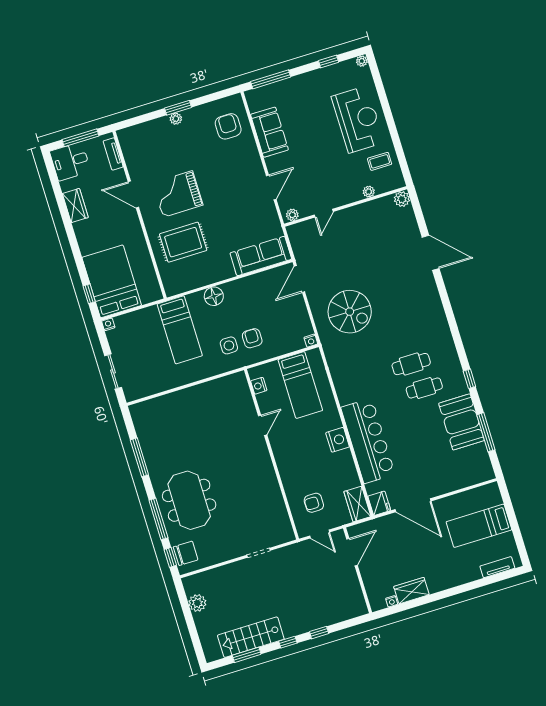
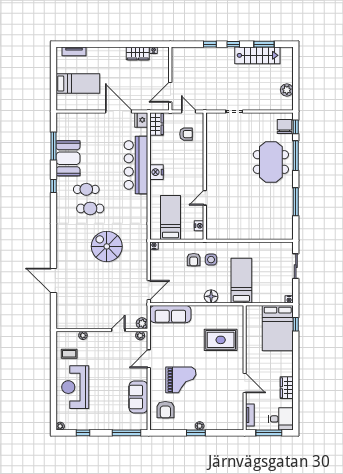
grand piano: (178, 194) -> (181, 380), moved
plant: (402, 199) -> (142, 323), moved
spiral stairs: (350, 312) -> (107, 246), moved
chair: (186, 553) -> (284, 126), turned 90

